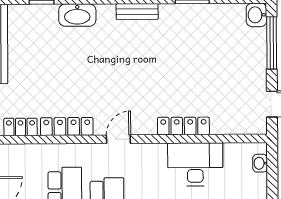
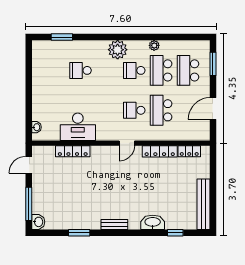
locker: (183, 126) -> (73, 151), moved

